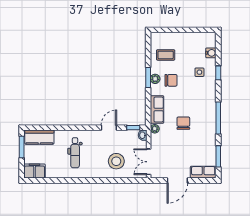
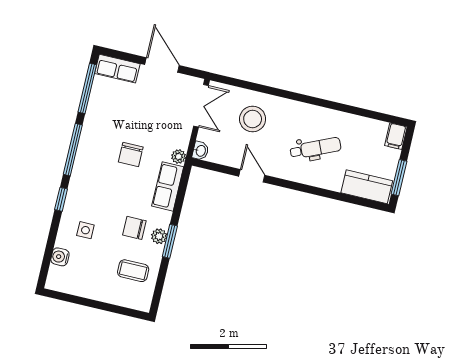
window: (218, 73) -> (61, 199), moved
door: (109, 128) -> (252, 176), swing flipped
window: (133, 128) -> (213, 166), removed
dental chair: (75, 153) -> (315, 148), turned 66
window: (218, 156) -> (87, 88), width x1.44
filing cabinet: (35, 171) -> (396, 136), width x0.50
door: (177, 180) -> (162, 65), hinge flipped

